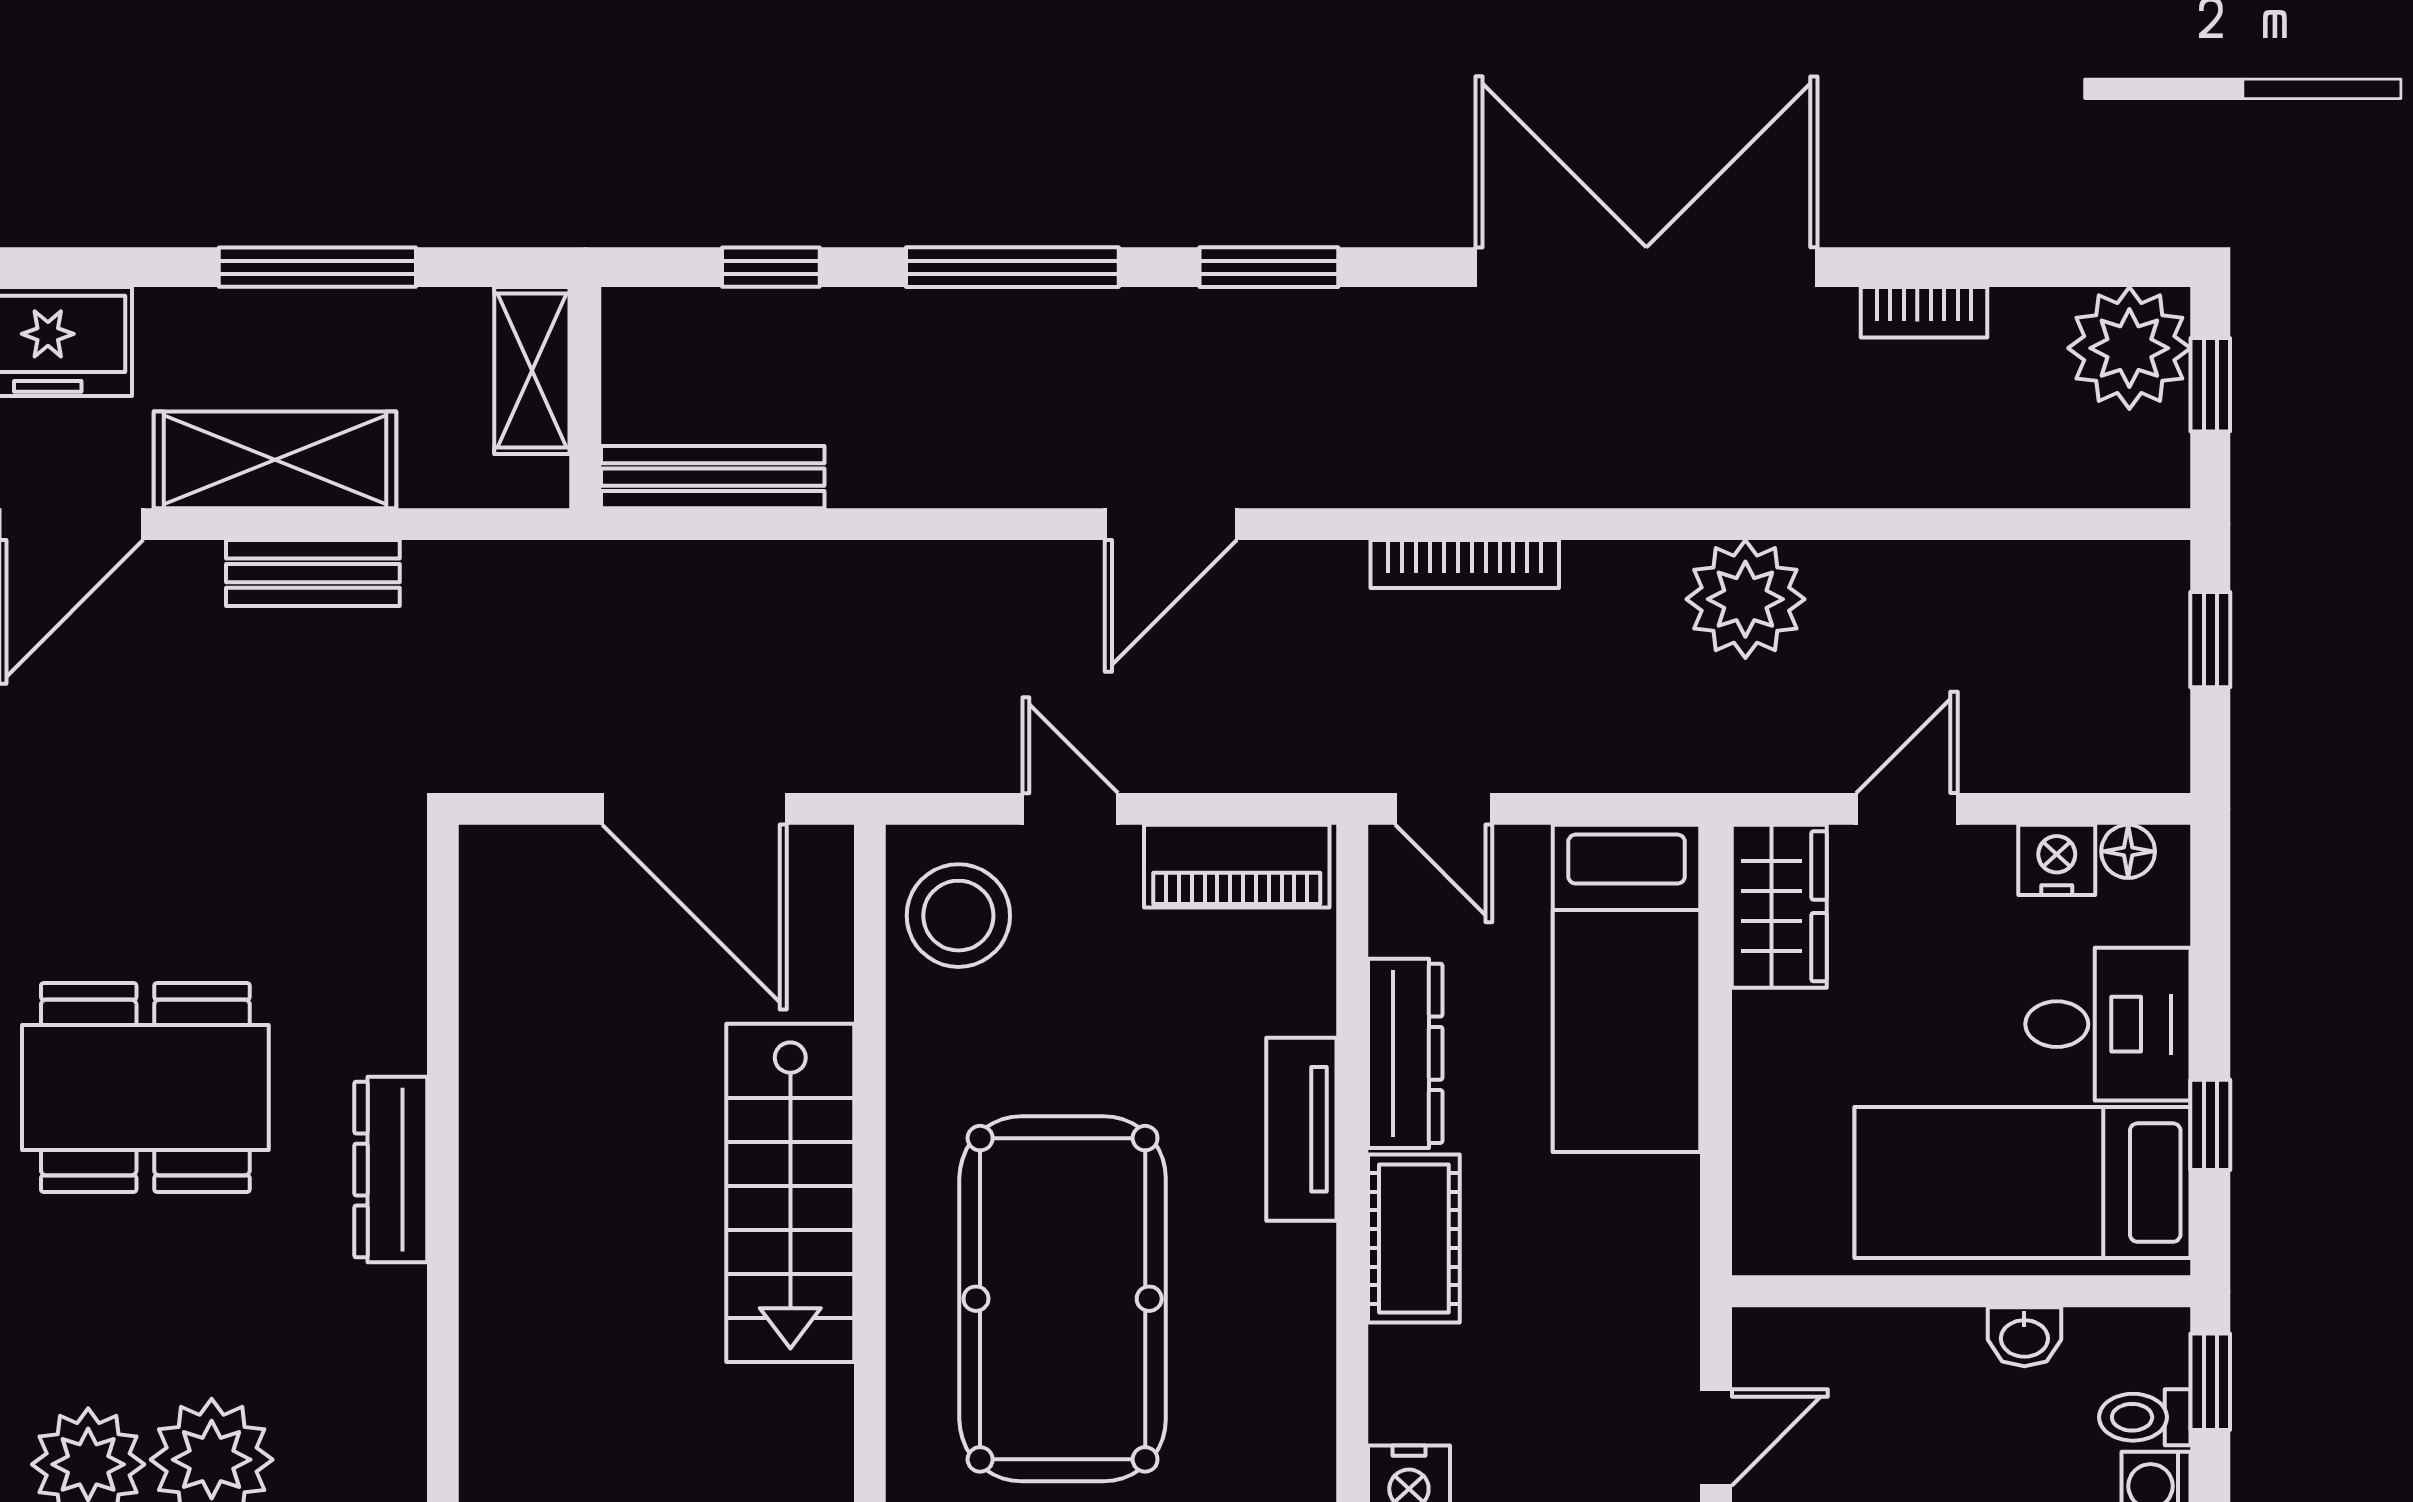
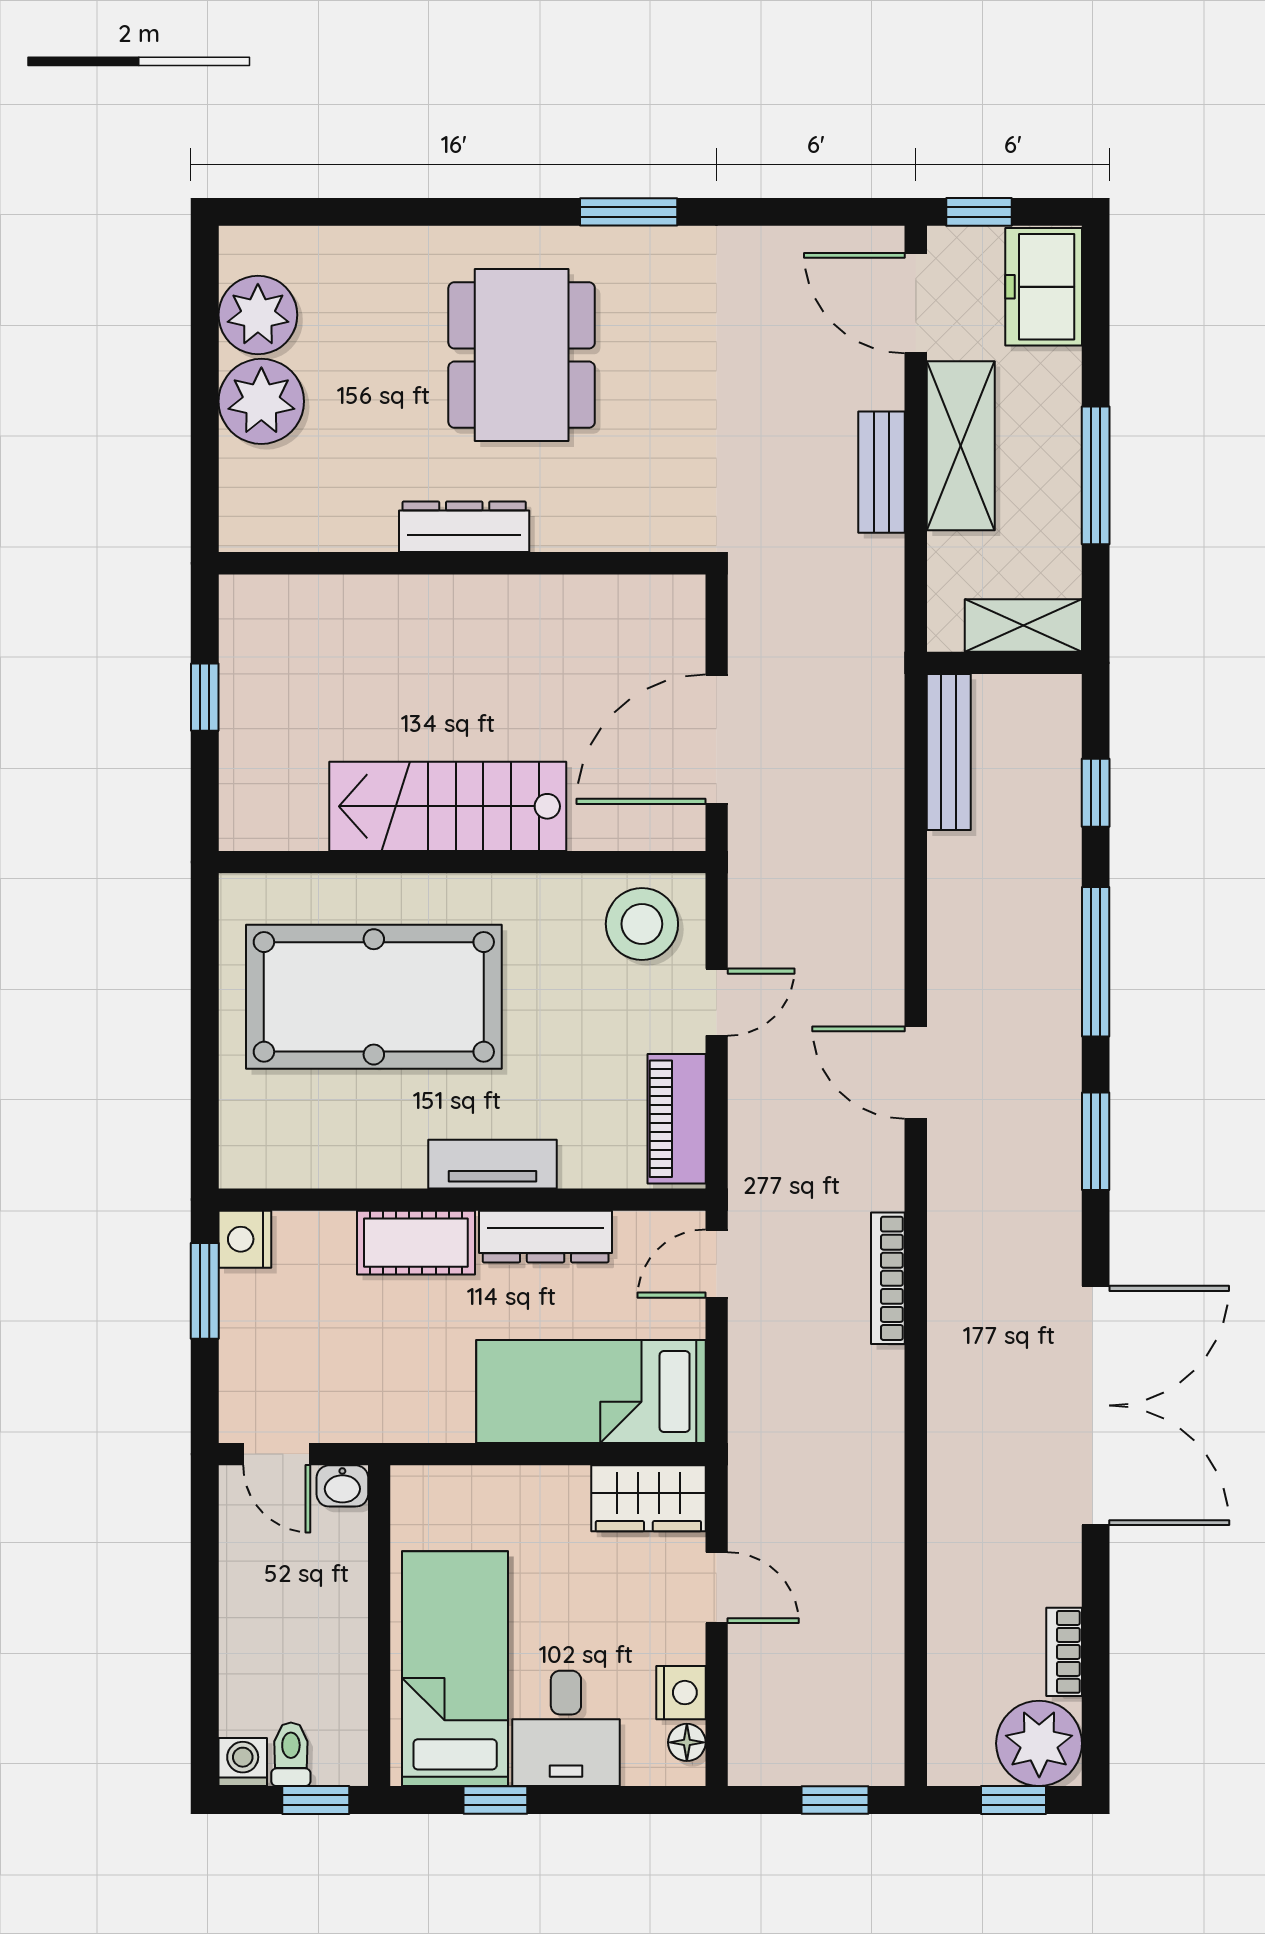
bookcase: (1924, 312) -> (1064, 1652), moved
plant: (1745, 599) -> (863, 1475), removed
washbasin: (2024, 1337) -> (342, 1486), moved, turned -90

